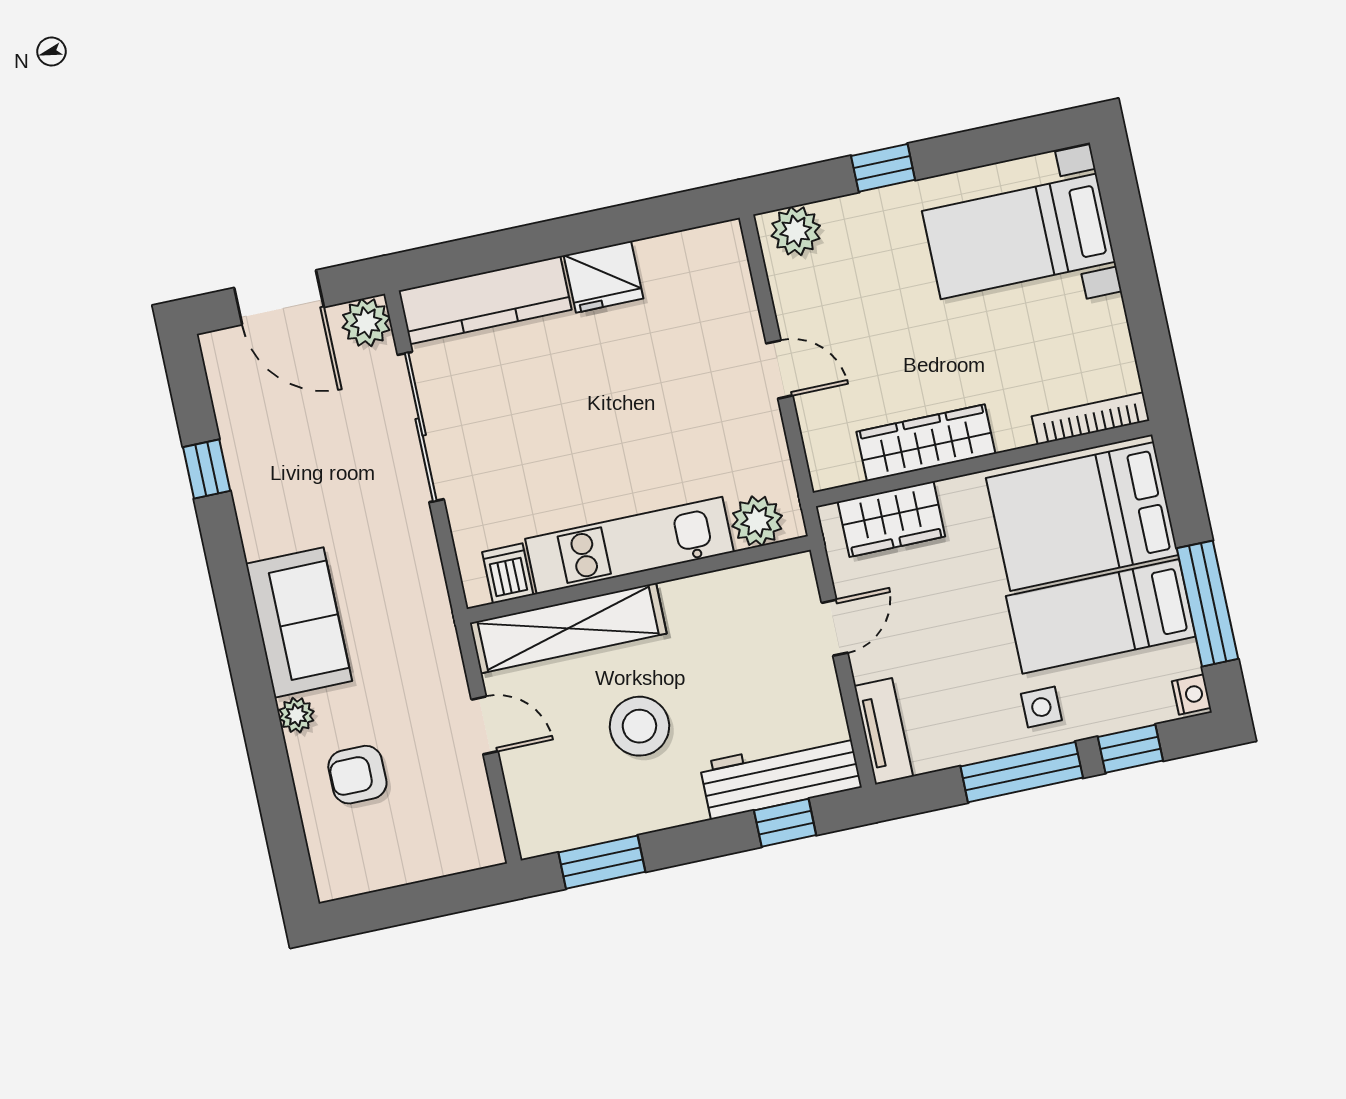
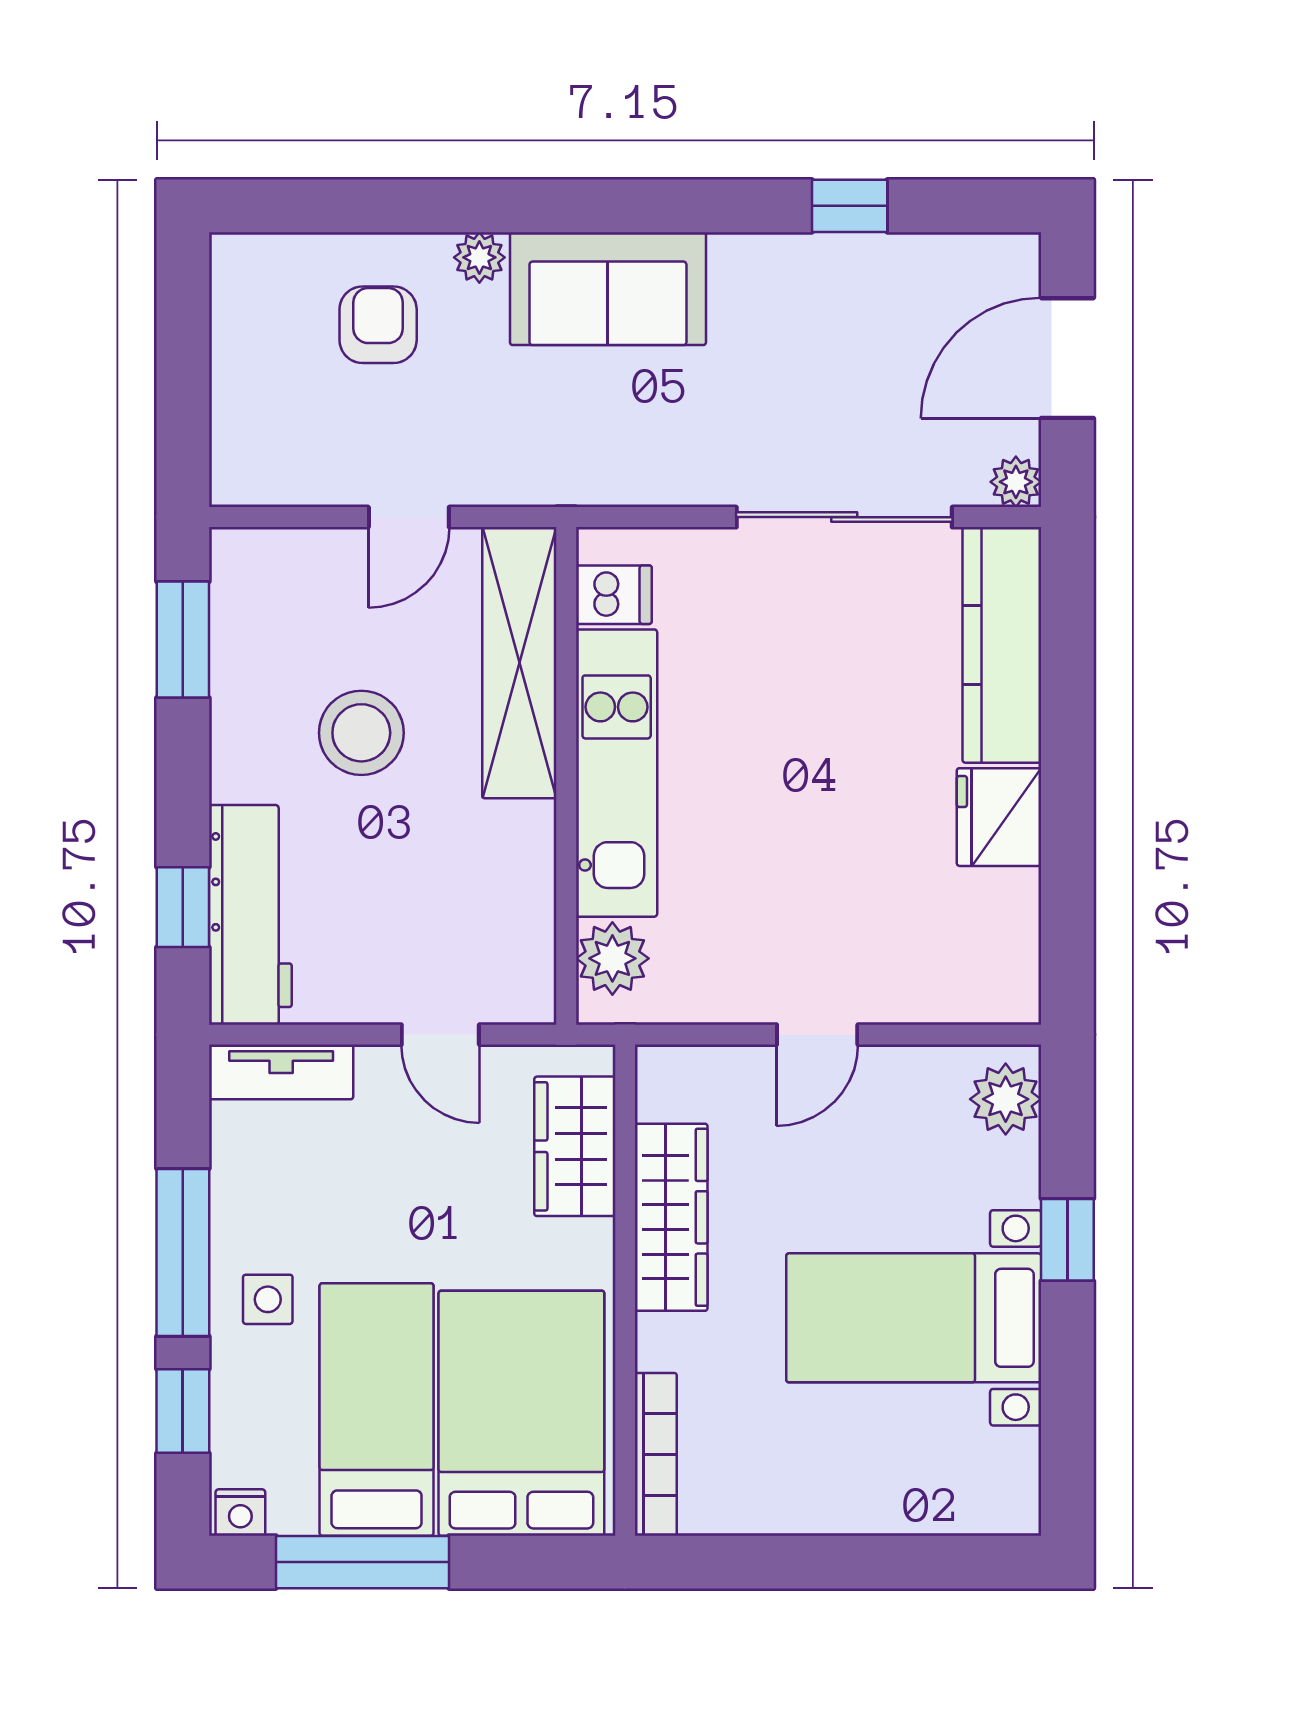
bed with nightstands: (1019, 236) -> (914, 1318), moved, turned -90
plant: (366, 322) -> (1016, 482), width x0.73, depth x0.73

